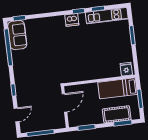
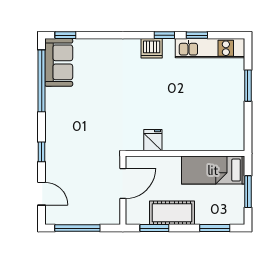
fridge: (126, 69) -> (153, 140), moved
cot: (117, 114) -> (172, 213), moved
door: (16, 115) -> (42, 194), hinge flipped

